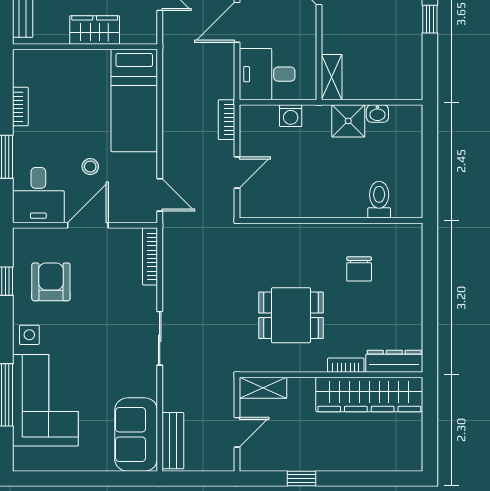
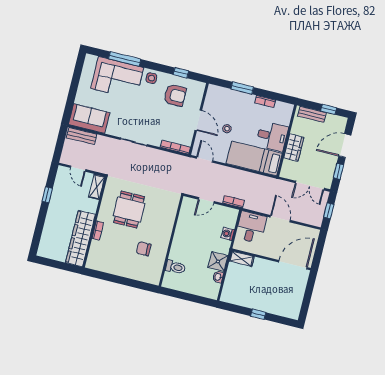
door: (237, 172) -> (206, 200), hinge flipped
desk: (38, 195) -> (272, 136), moved, turned 180
door: (160, 195) -> (205, 160), swing flipped
dresser: (394, 361) -> (94, 255), removed

